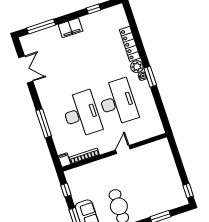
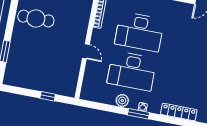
plant: (137, 67) -> (122, 100), moved
window: (188, 191) -> (48, 96), moved

